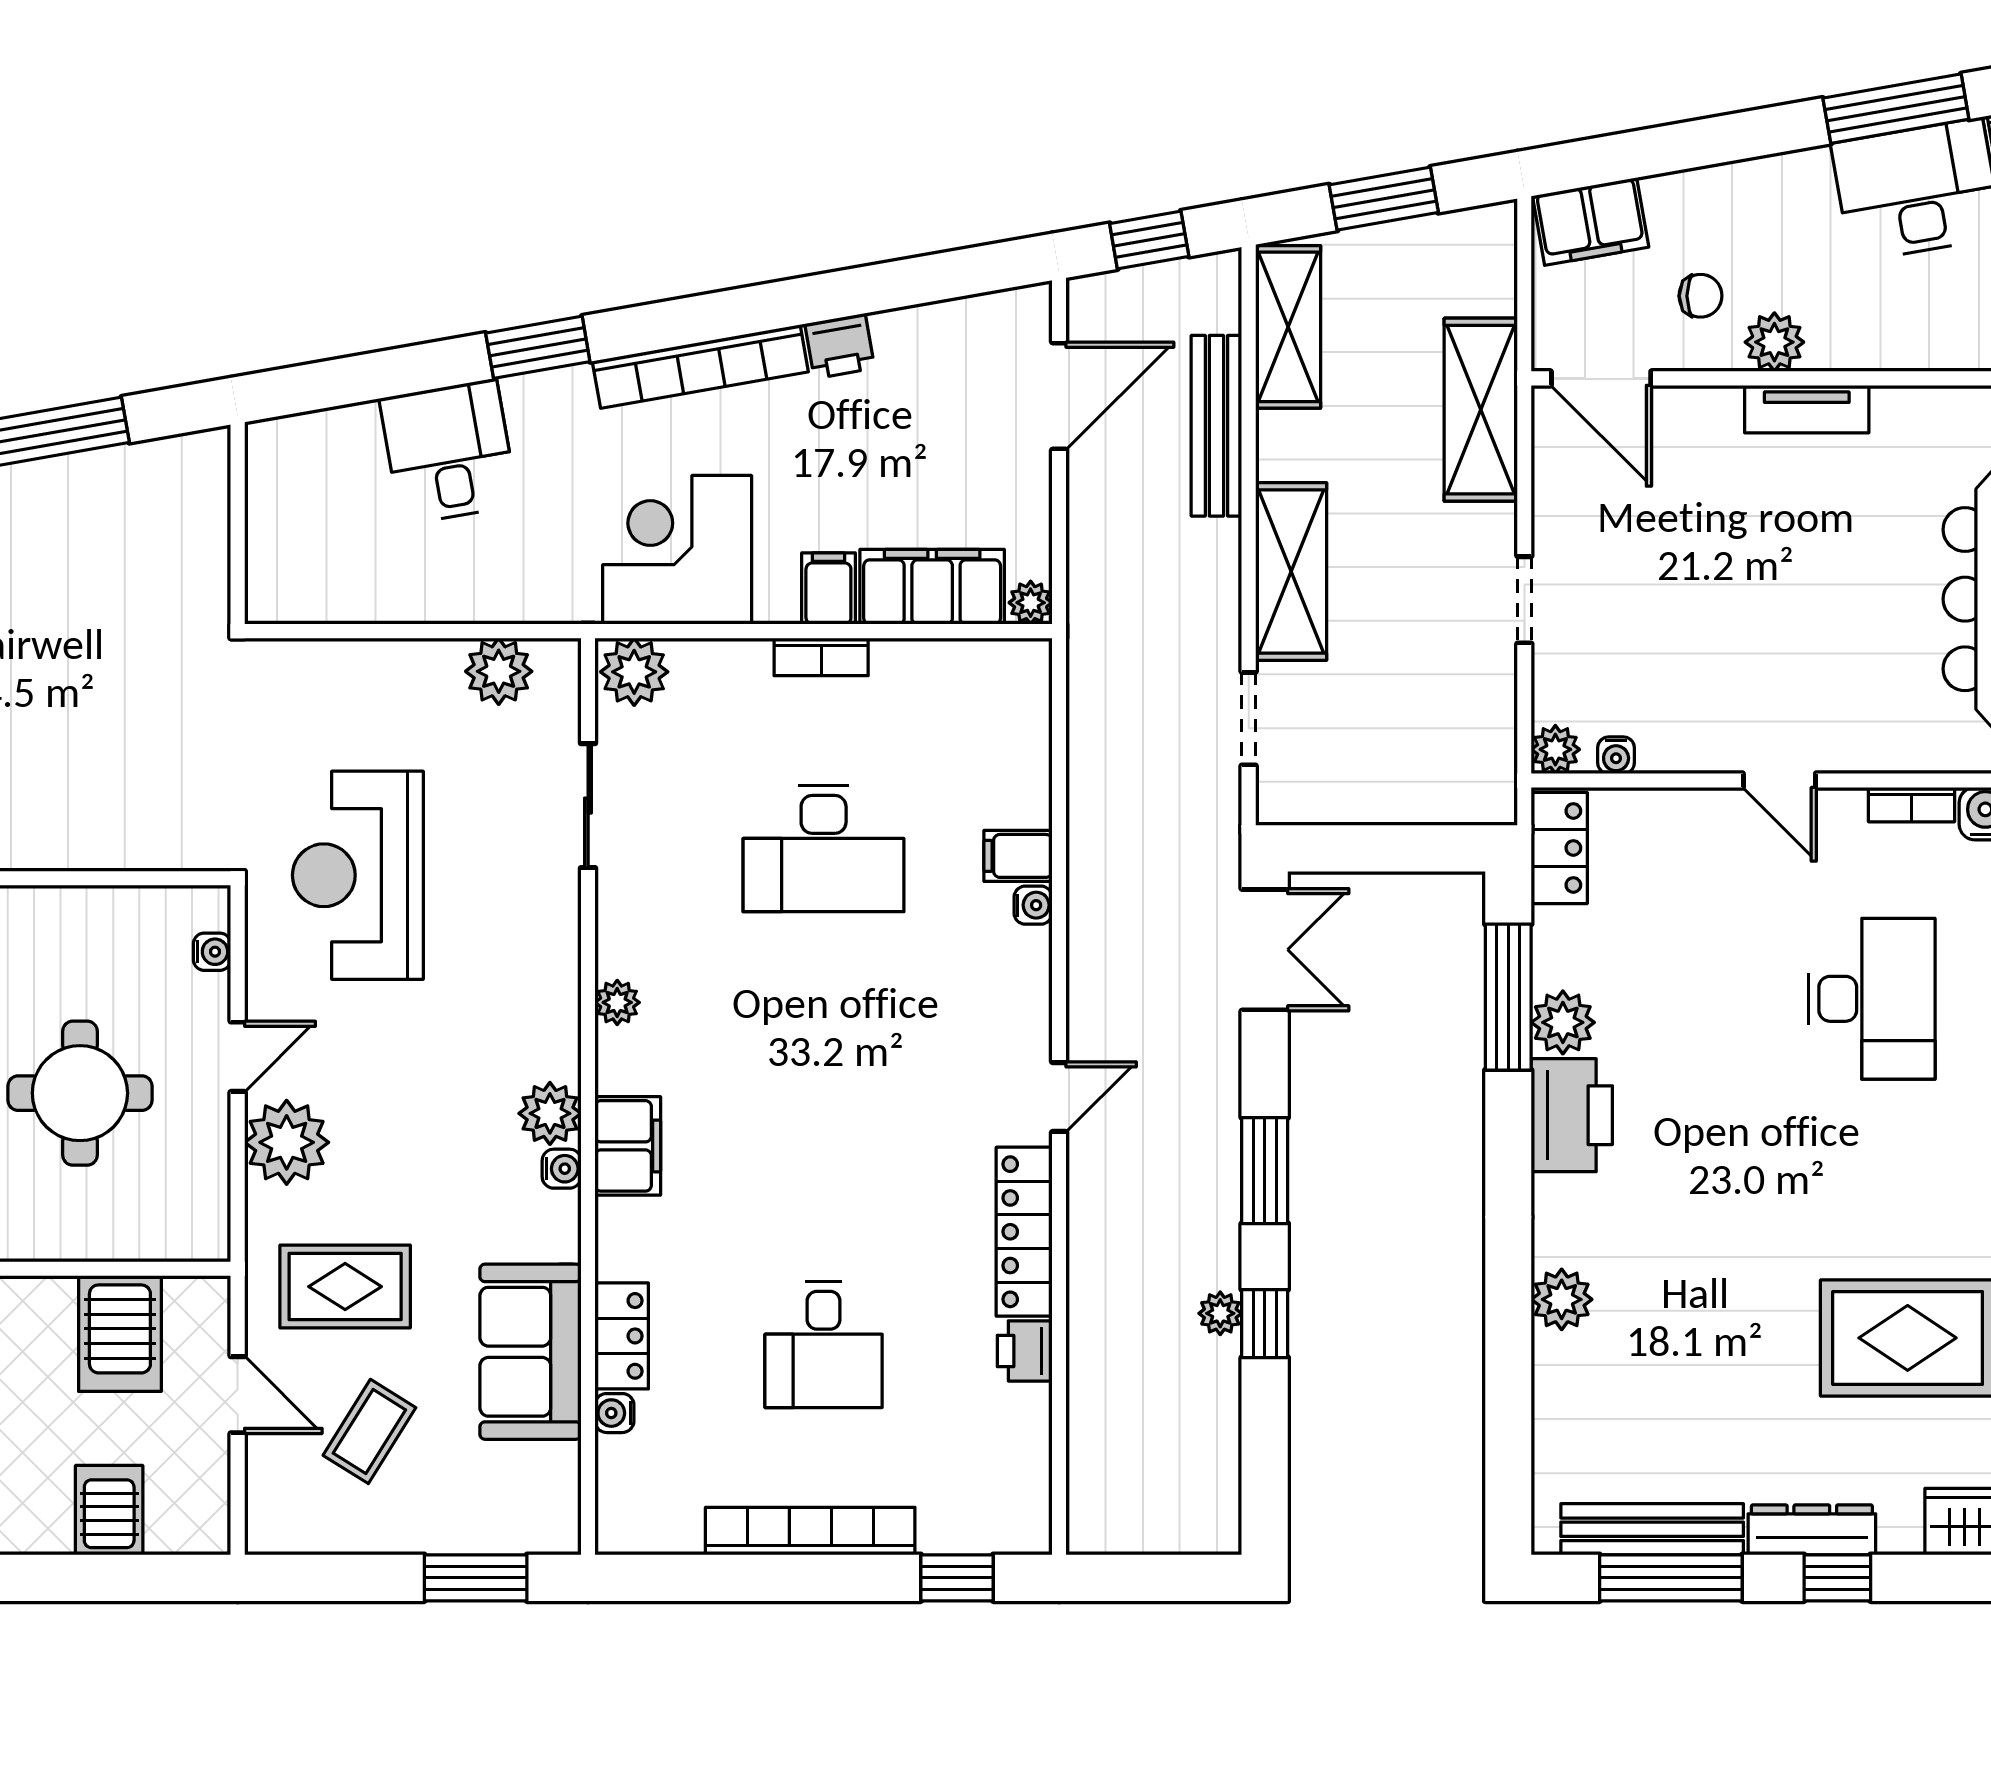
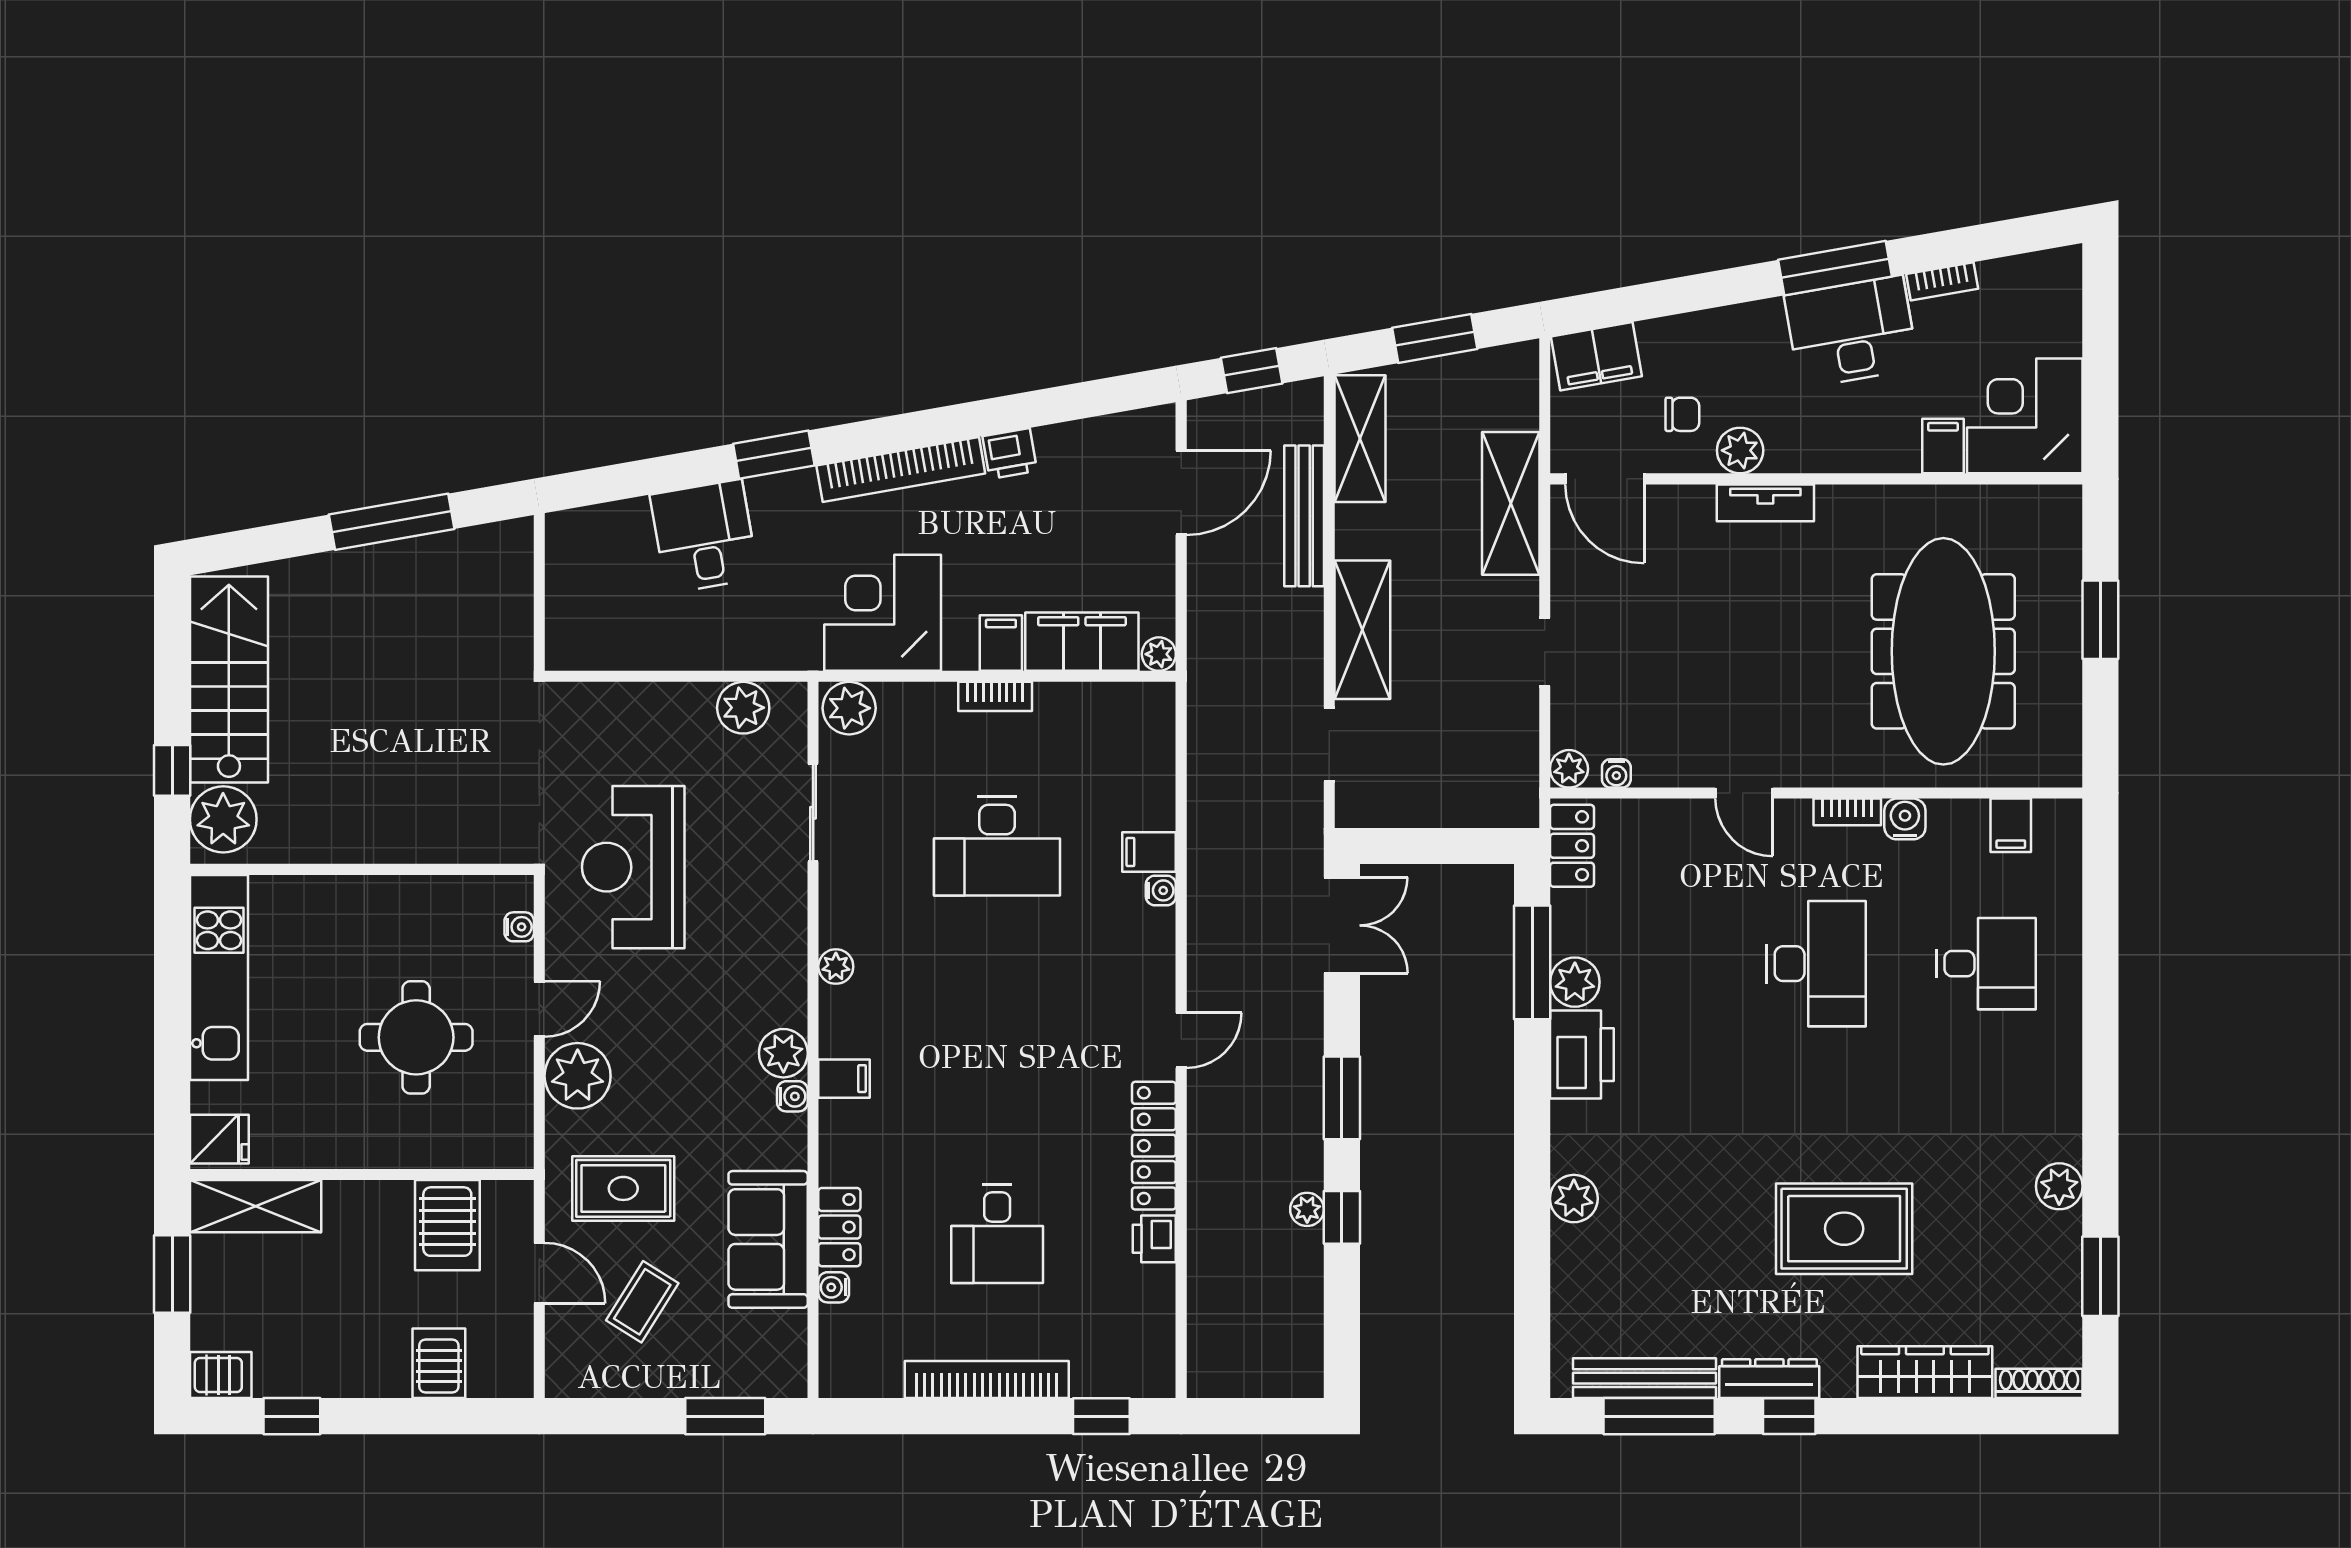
filing cabinet: (628, 1146) -> (844, 1079), width x0.50

